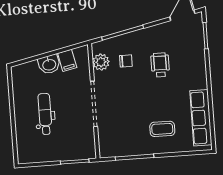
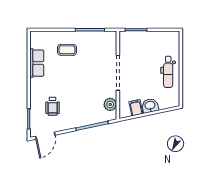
chair: (126, 61) -> (91, 104), removed
wheelchair: (160, 65) -> (53, 106), moved
dental chair: (45, 114) -> (168, 72), moved
row of seats: (201, 118) -> (37, 63), width x0.68

